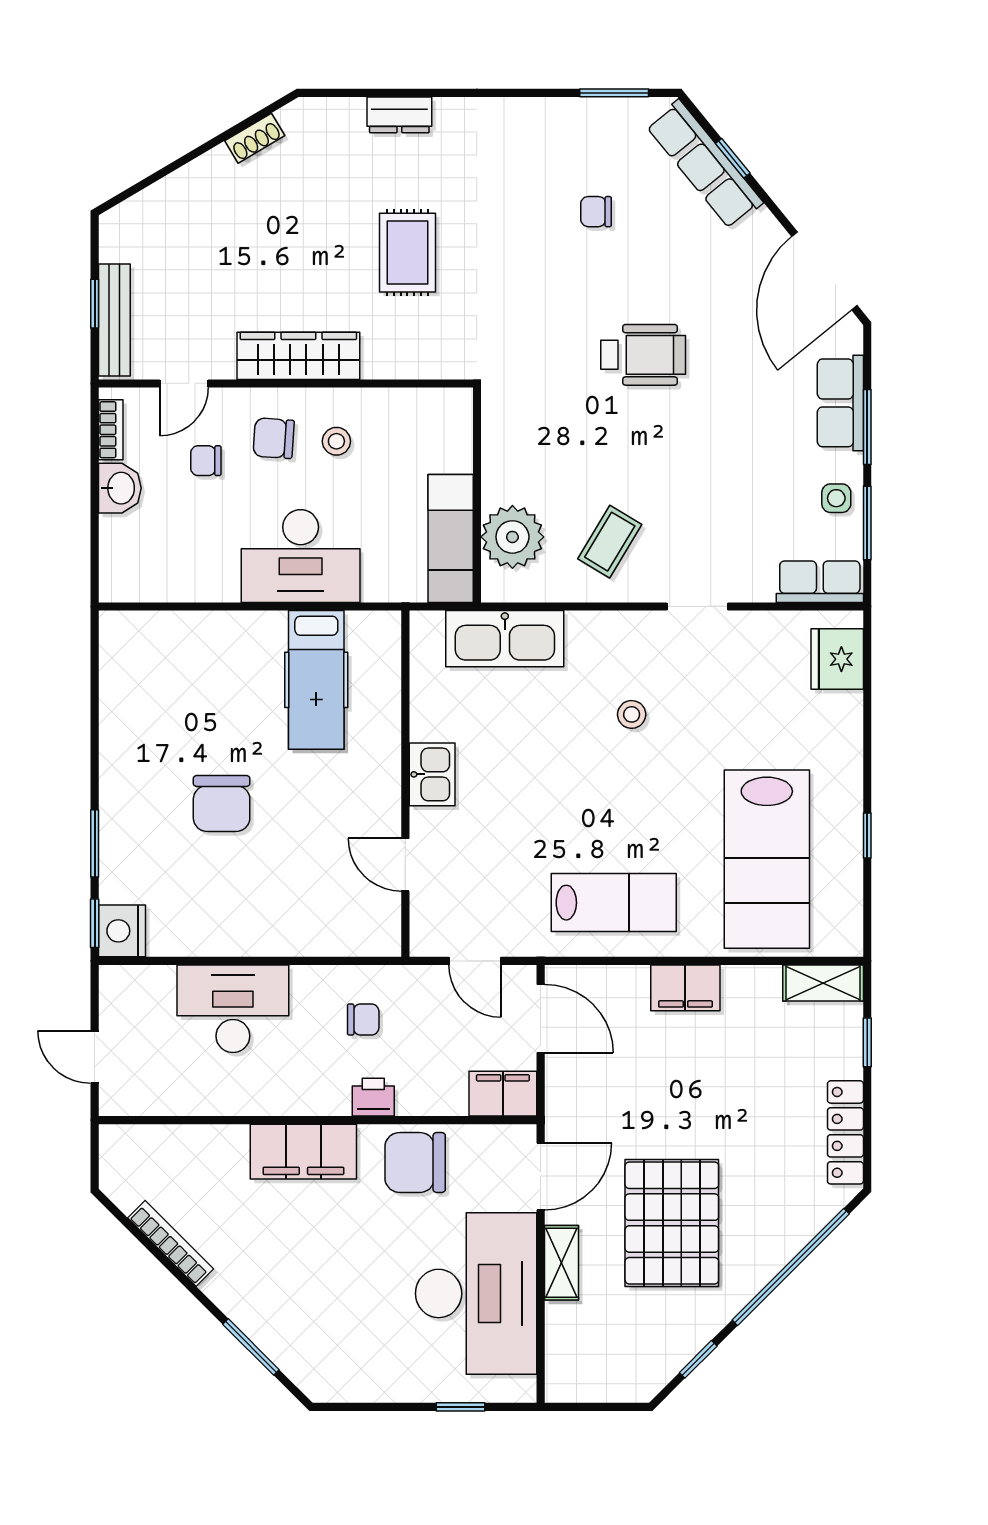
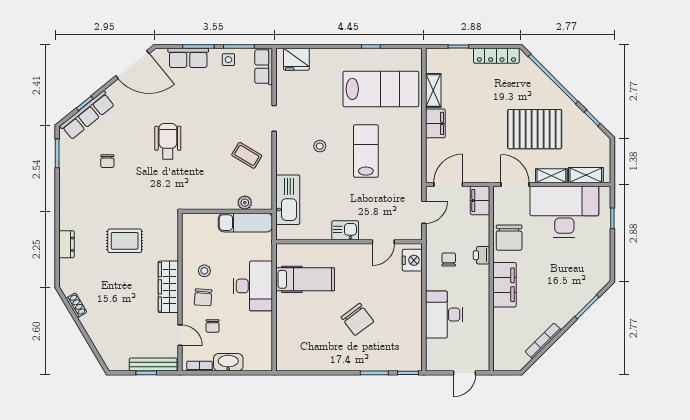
washbasin: (120, 488) -> (228, 362), width x1.38
plant: (512, 537) -> (245, 203), width x0.53, depth x0.53
chair: (222, 804) -> (357, 319), turned 53
lab bench: (614, 903) -> (366, 151), moved
nightstand: (122, 931) -> (412, 260), moved, turned -90
shelving: (823, 983) -> (433, 90), moved
shelving: (563, 1344) -> (586, 175), added

